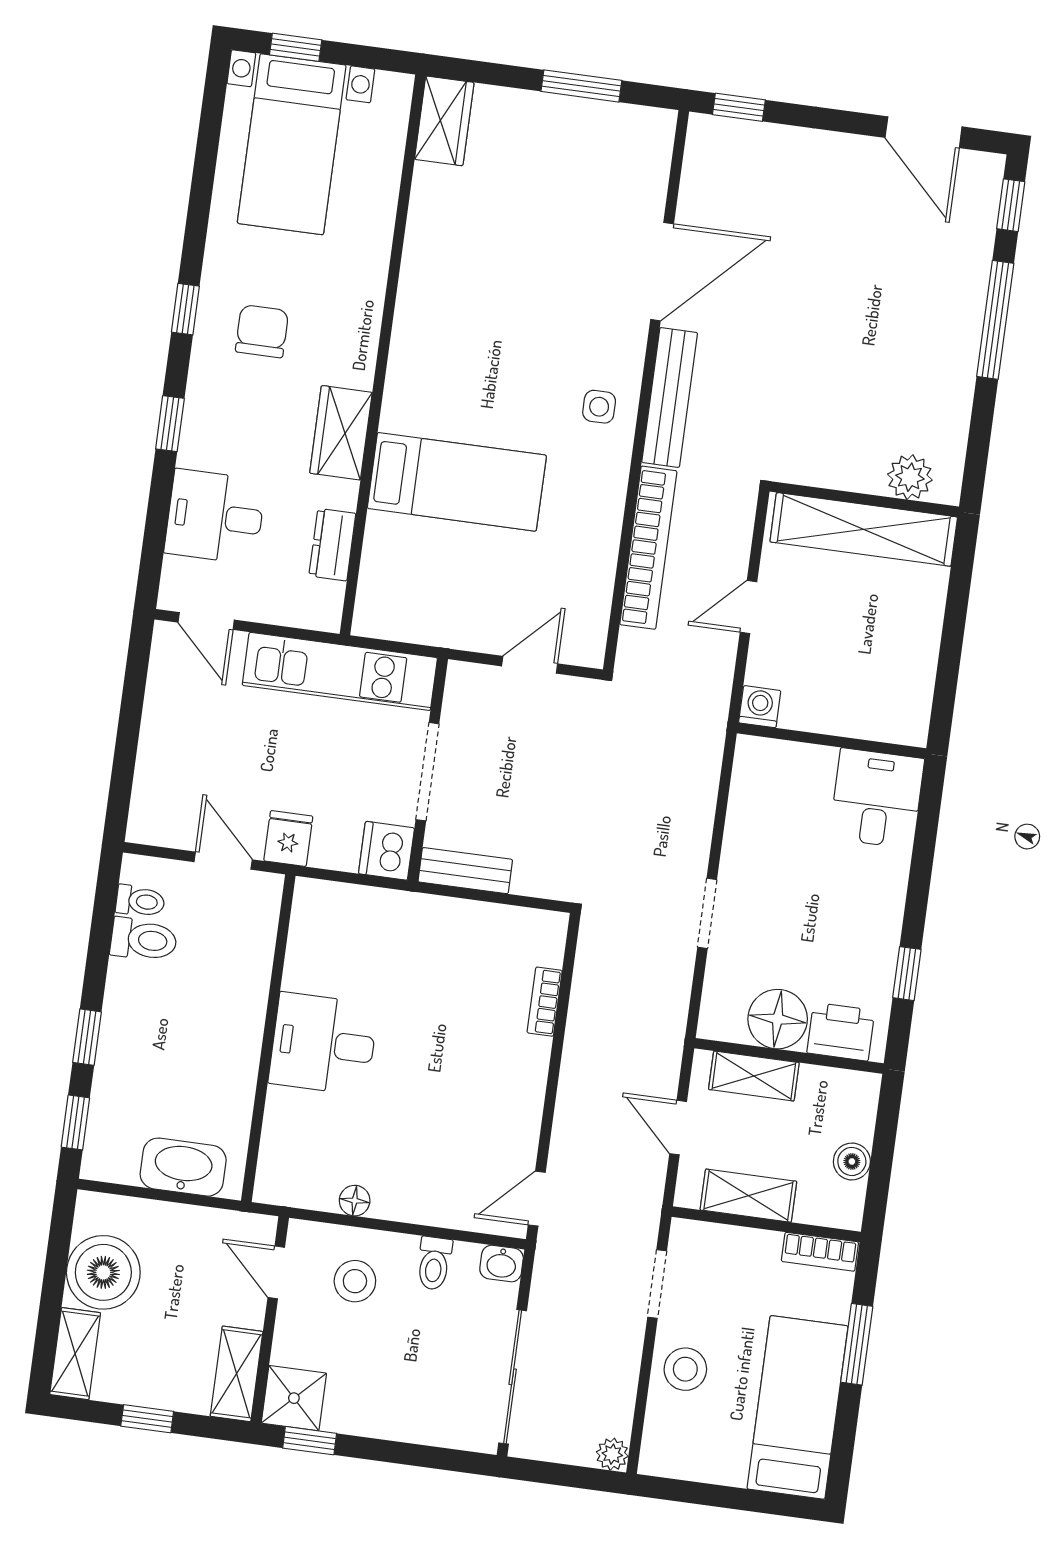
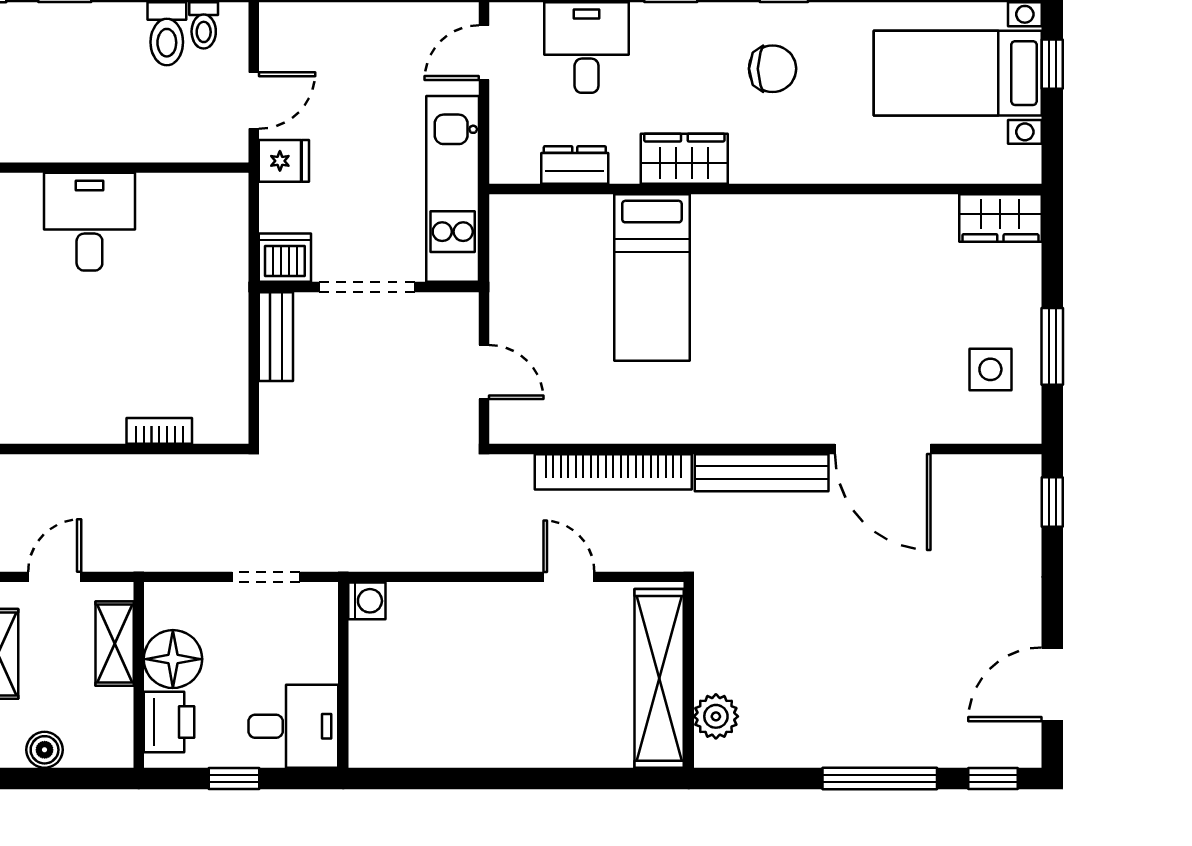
side table: (599, 407) -> (990, 369), moved, width x1.37, depth x1.37
washing machine: (760, 707) -> (367, 601), moved
wall: (832, 741) -> (343, 675), moved
desk: (877, 798) -> (293, 726), moved

